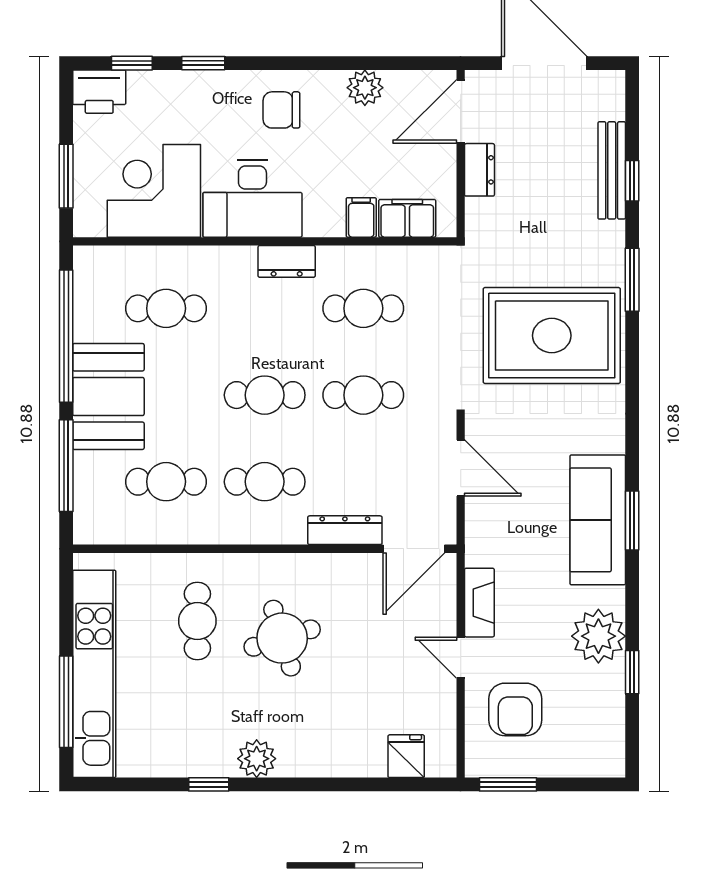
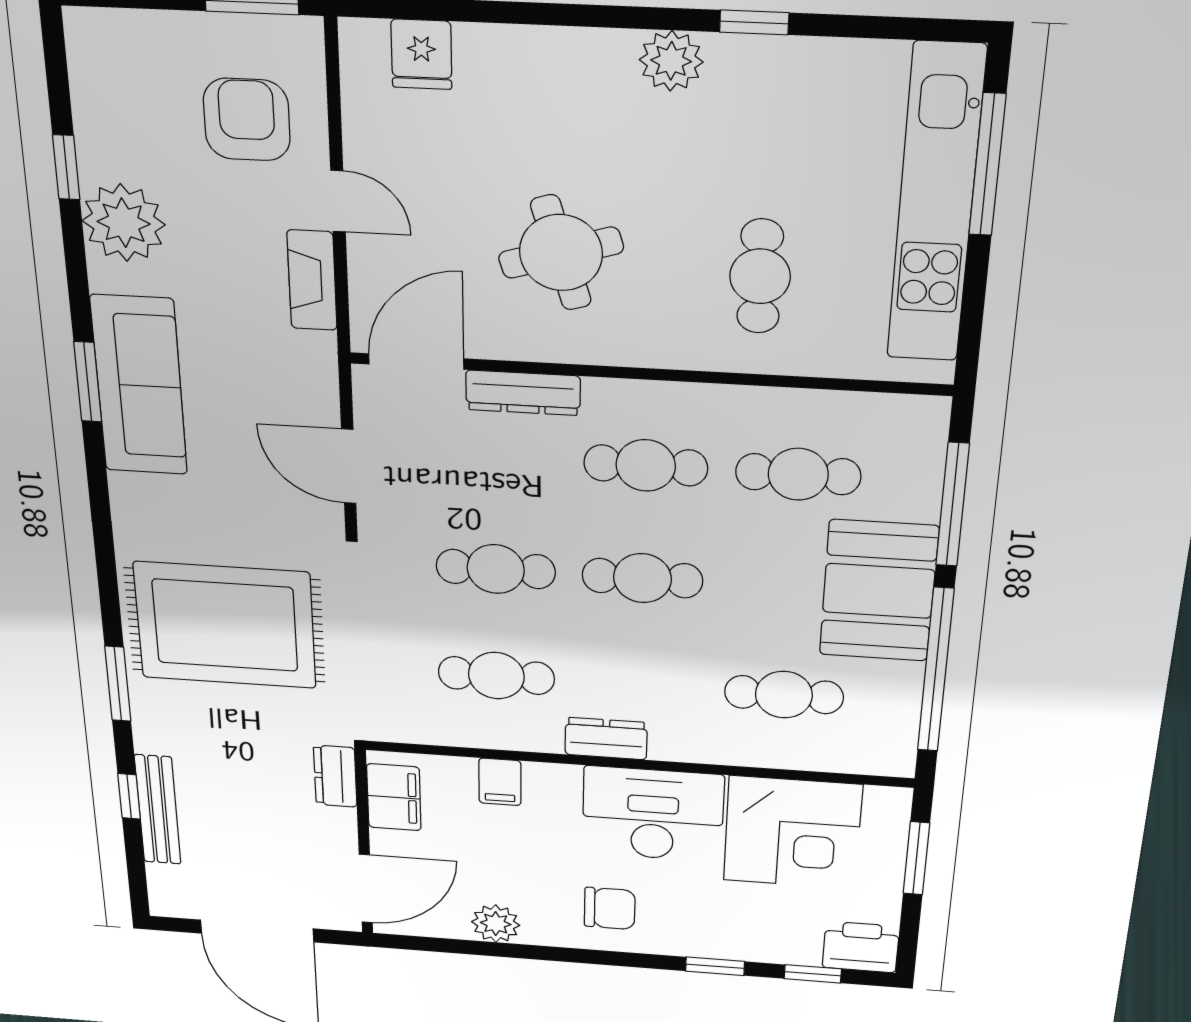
dresser: (479, 170) -> (335, 776), moved
filing cabinet: (407, 218) -> (394, 797), moved, turned -90
round table: (282, 638) -> (561, 253), moved

